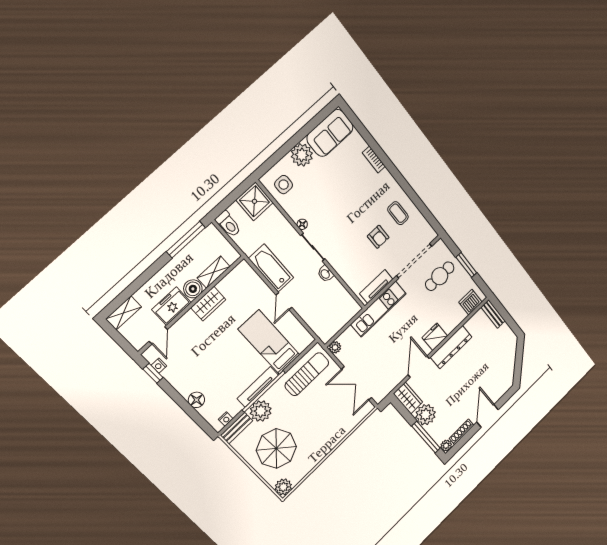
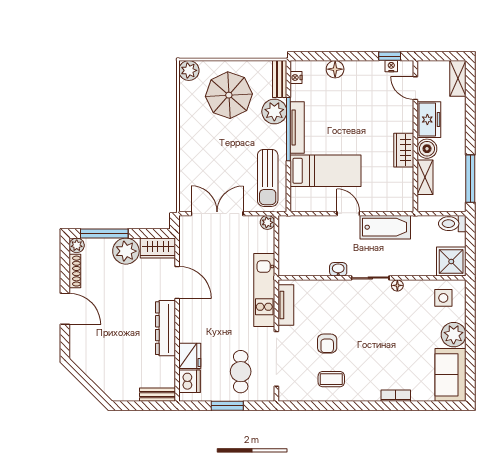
armchair: (378, 237) -> (327, 344), turned -90
fridge: (435, 337) -> (190, 356), moved

